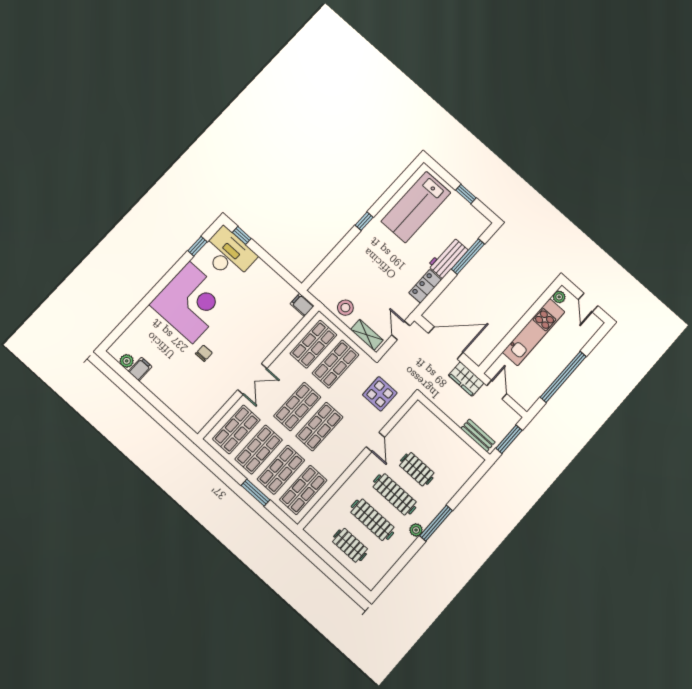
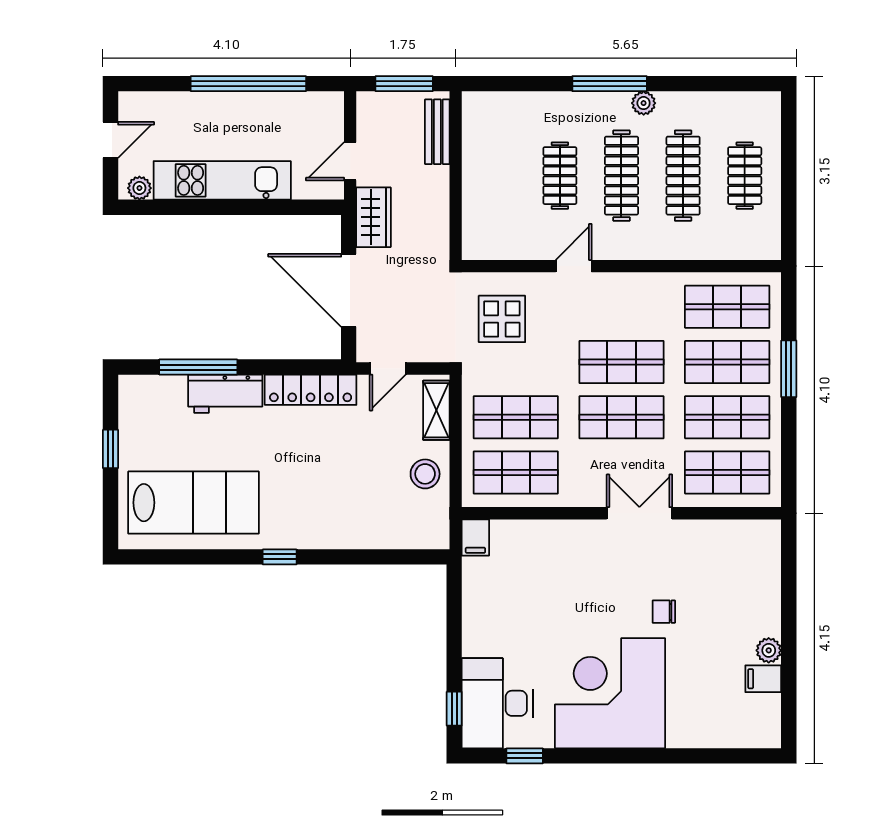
locker: (425, 286) -> (311, 390), width x1.53
plant: (127, 361) -> (769, 650), moved

